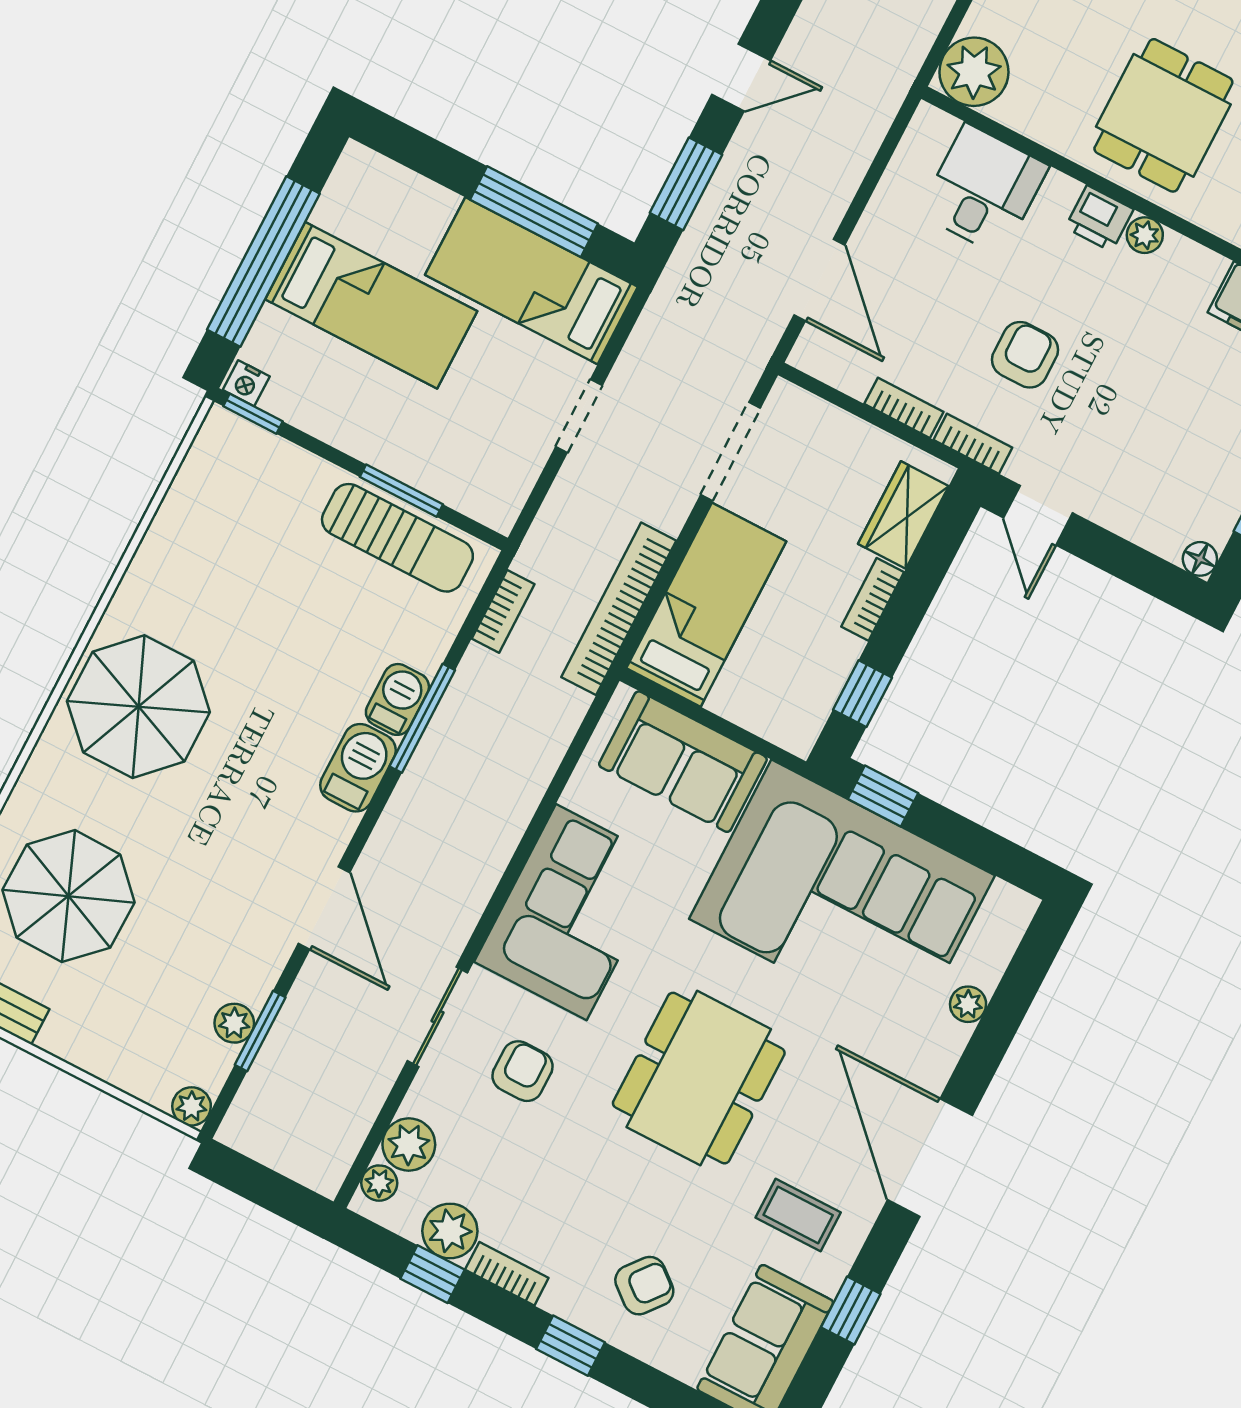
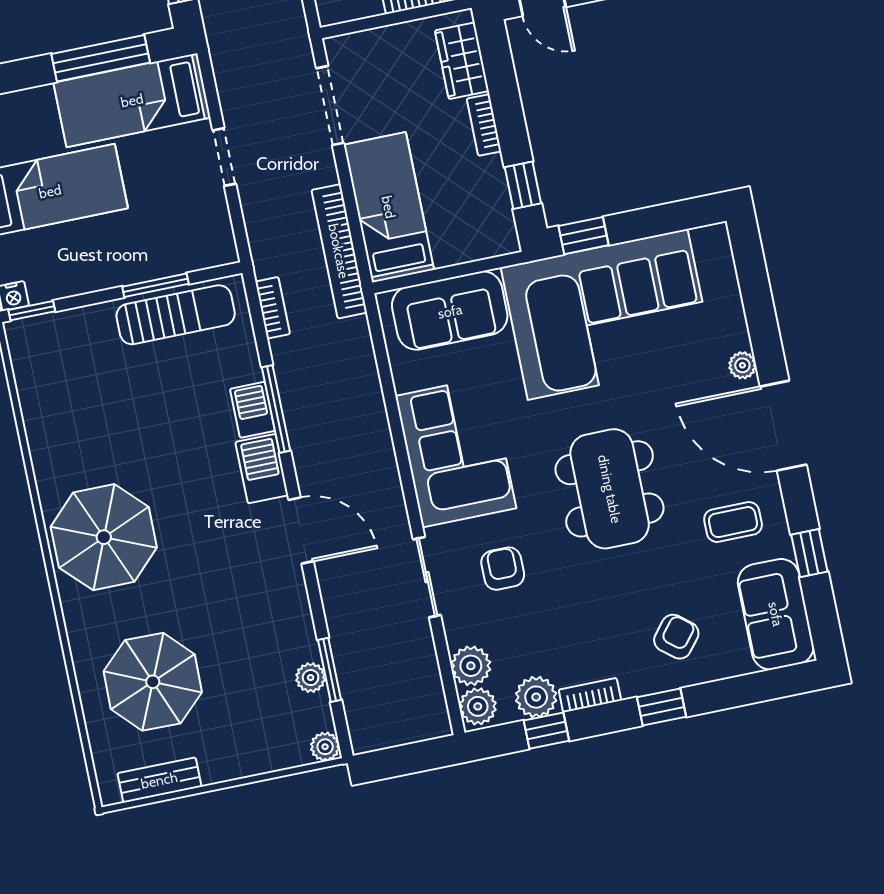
door: (324, 908) -> (301, 531), moved
plant: (968, 1004) -> (742, 365), moved
plant: (379, 1183) -> (478, 706), width x1.38, depth x1.38

